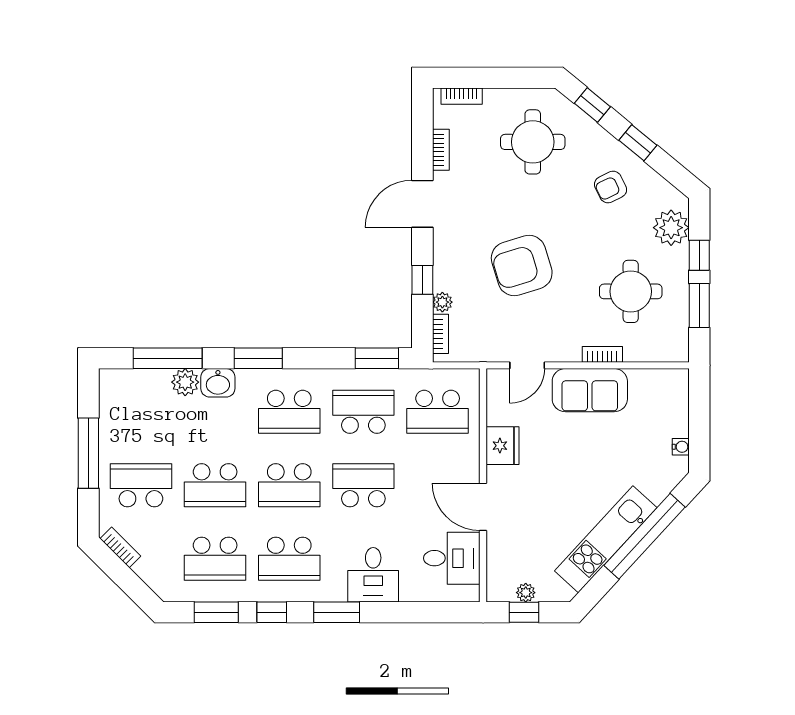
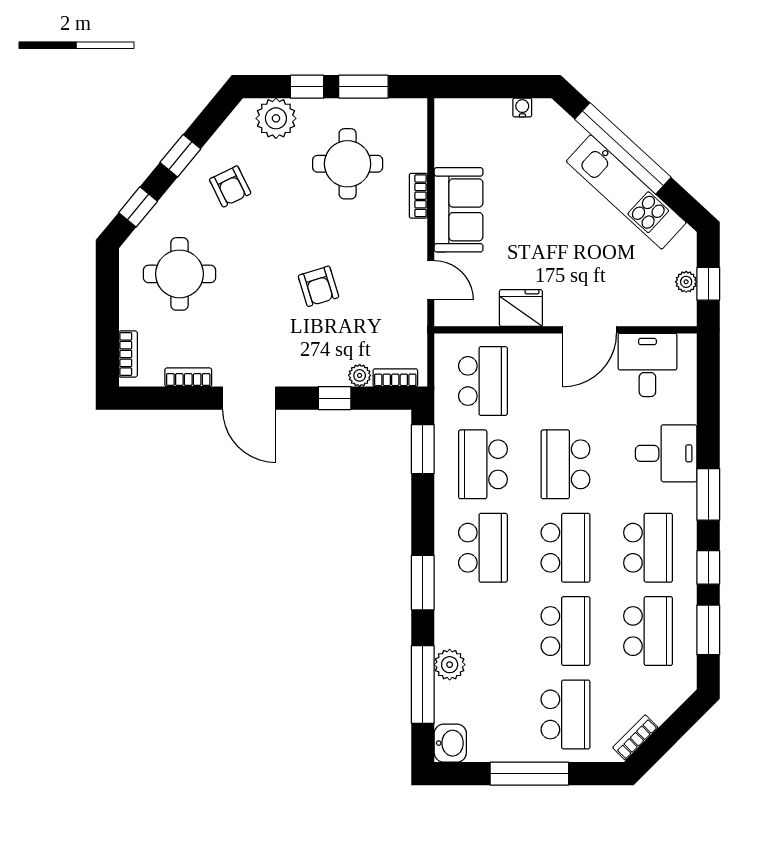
armchair: (522, 266) -> (318, 286), width x0.53, depth x0.53
washbasin: (218, 383) -> (450, 743), moved
school desk: (141, 485) -> (565, 714), turned 180

